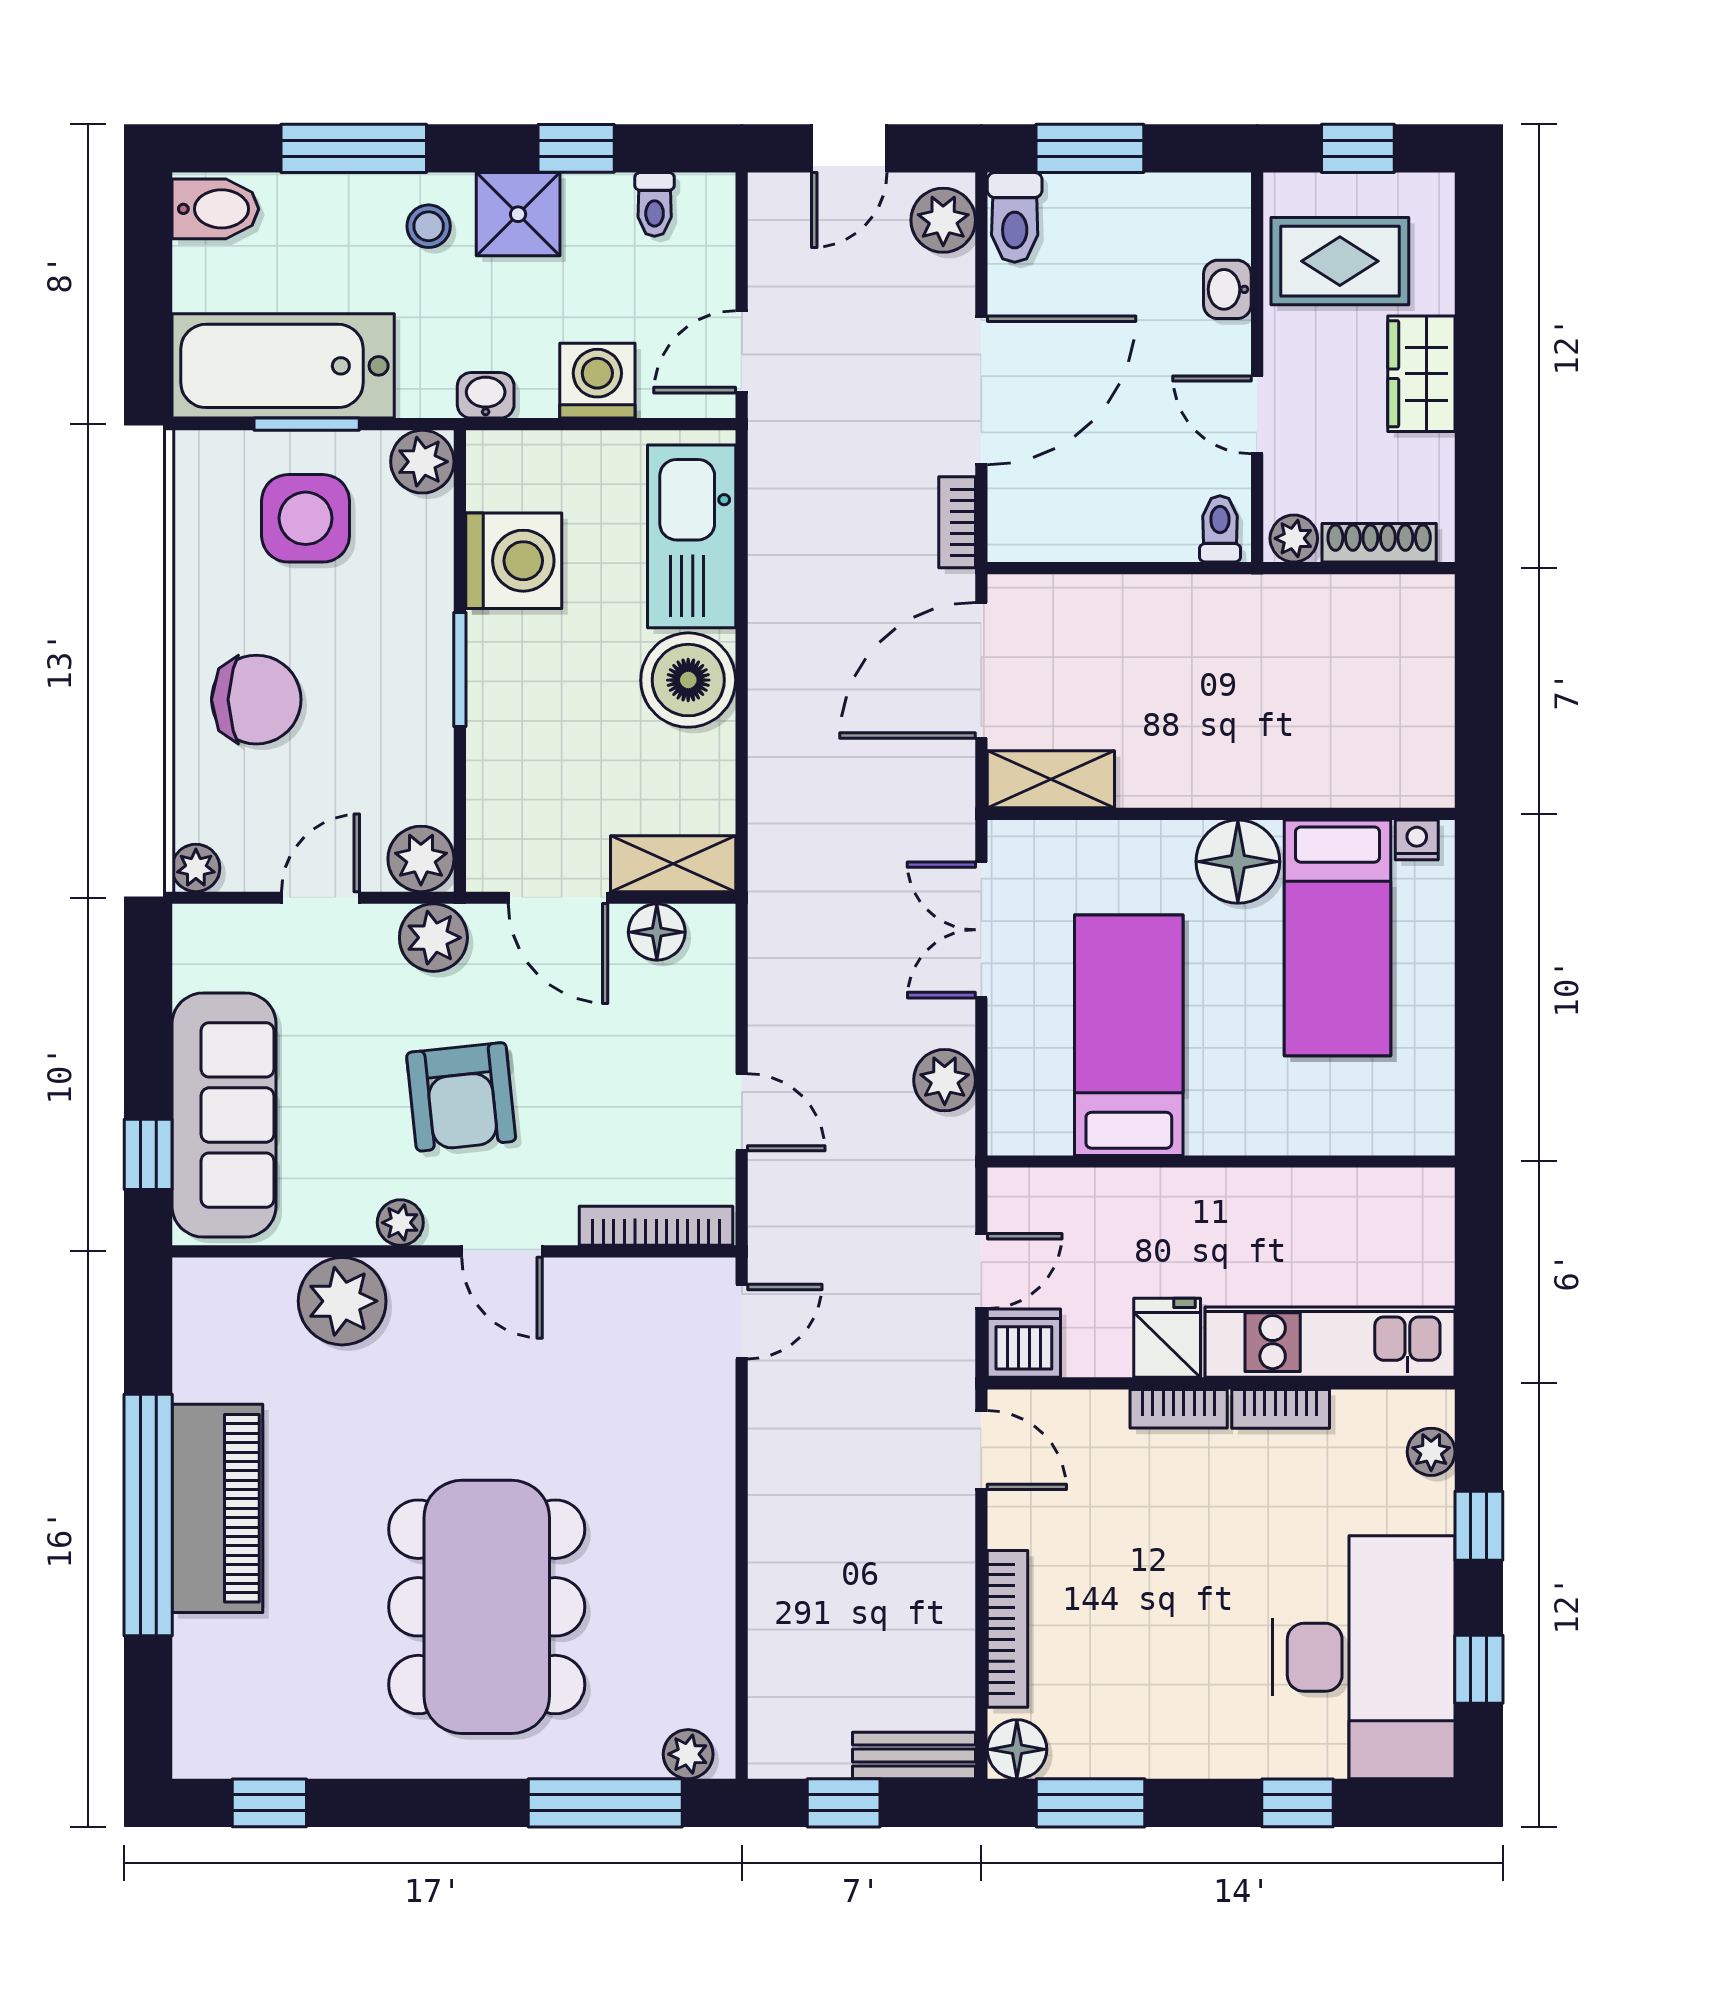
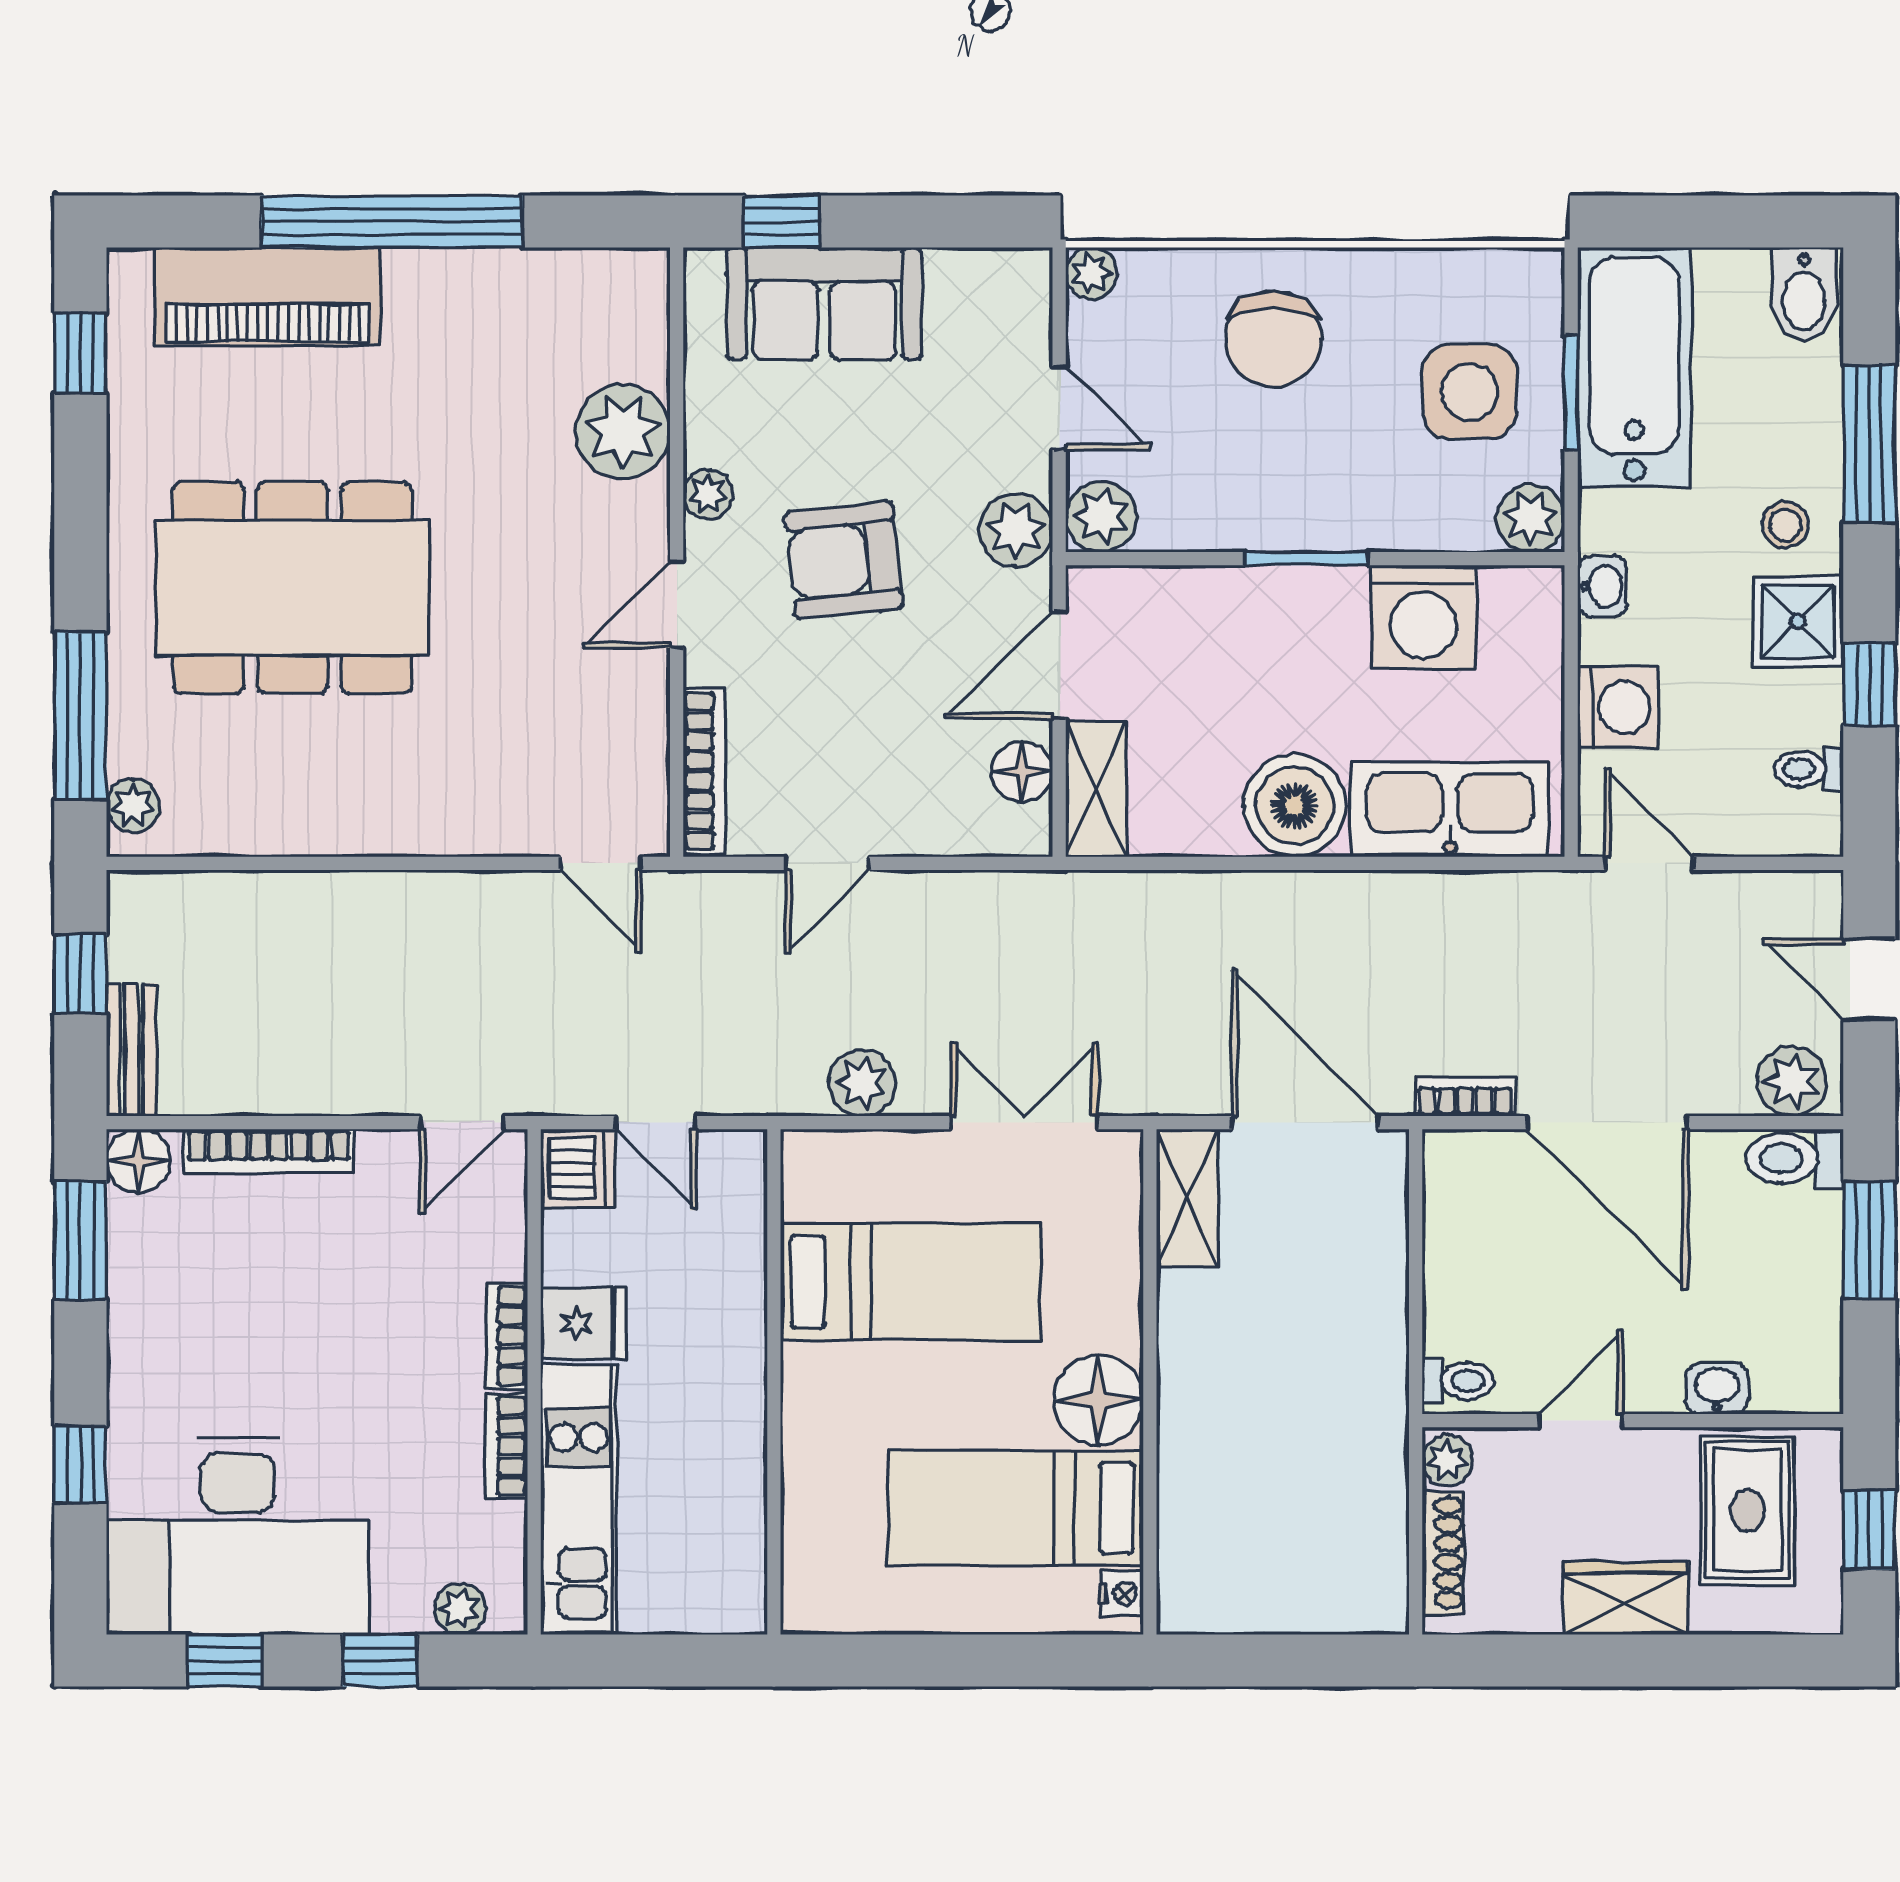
sofa: (224, 1115) -> (824, 304), width x0.73
piano: (217, 1508) -> (268, 296), moved

